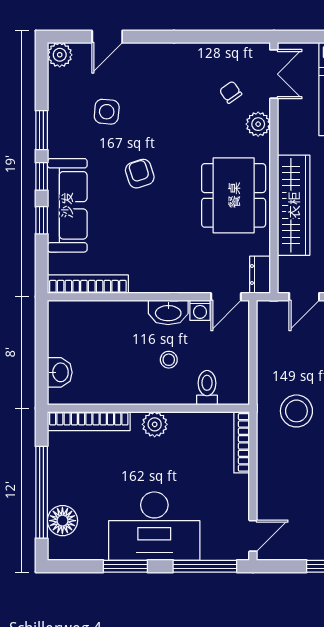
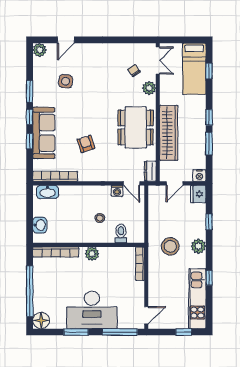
armchair: (140, 174) -> (86, 144), moved
door: (226, 297) -> (131, 183), hinge flipped
washbasin: (168, 312) -> (47, 192), moved
floor lamp: (62, 521) -> (41, 320), moved

